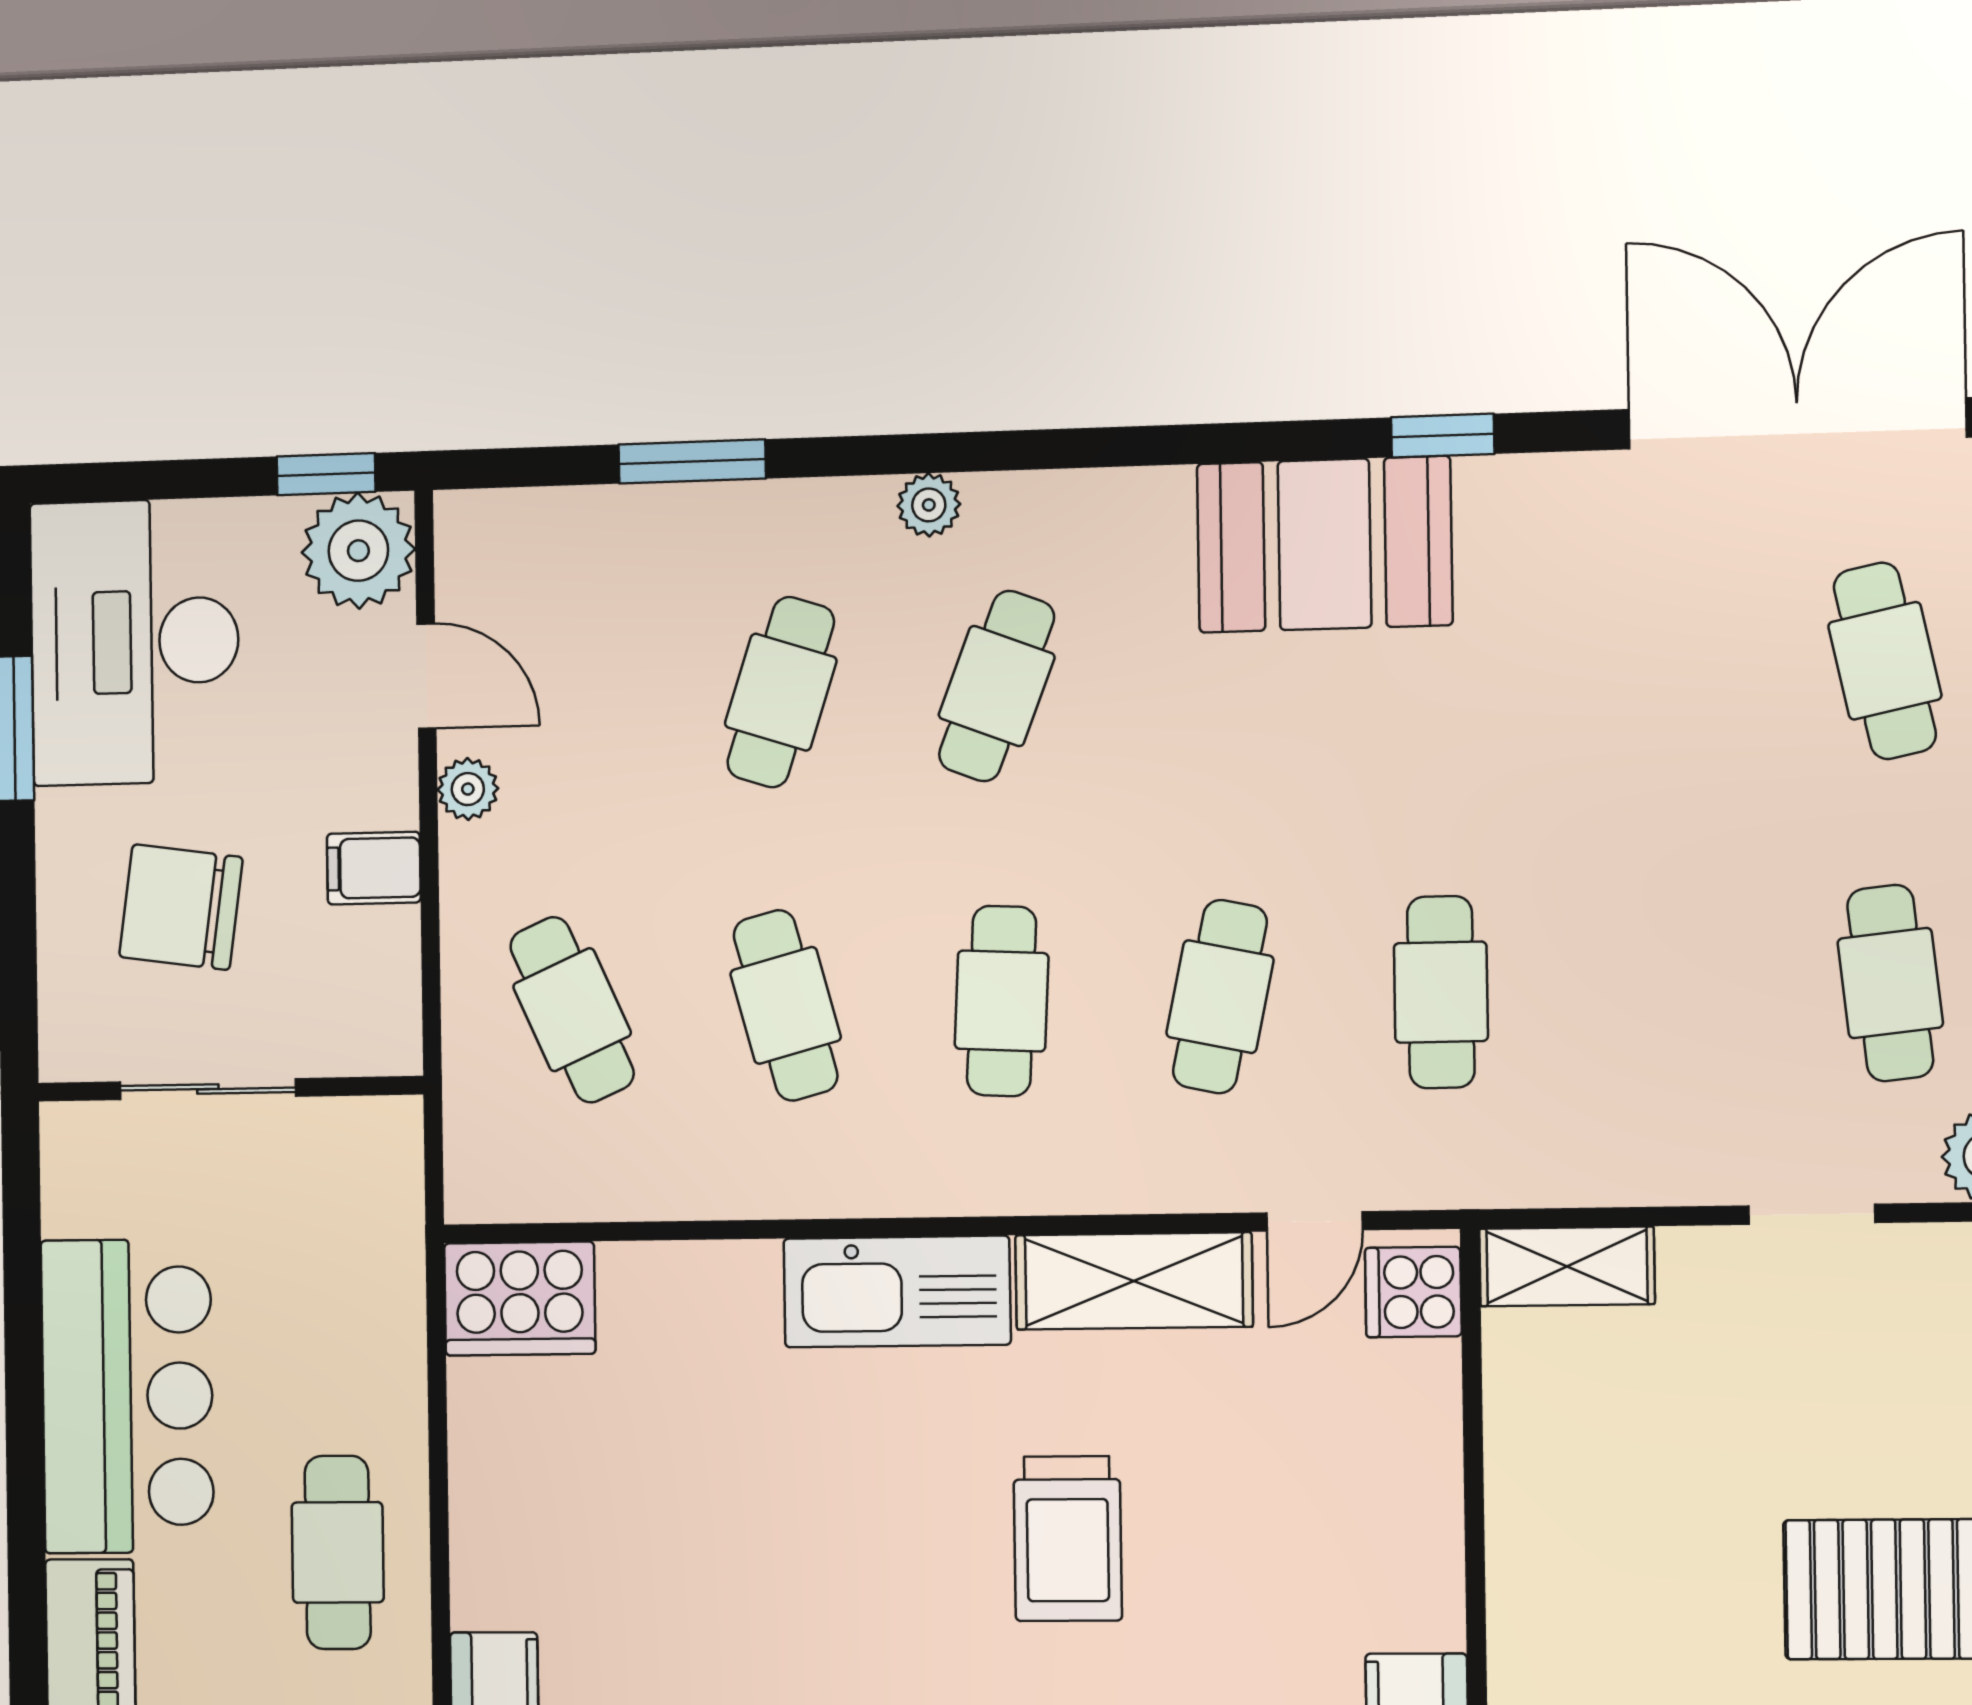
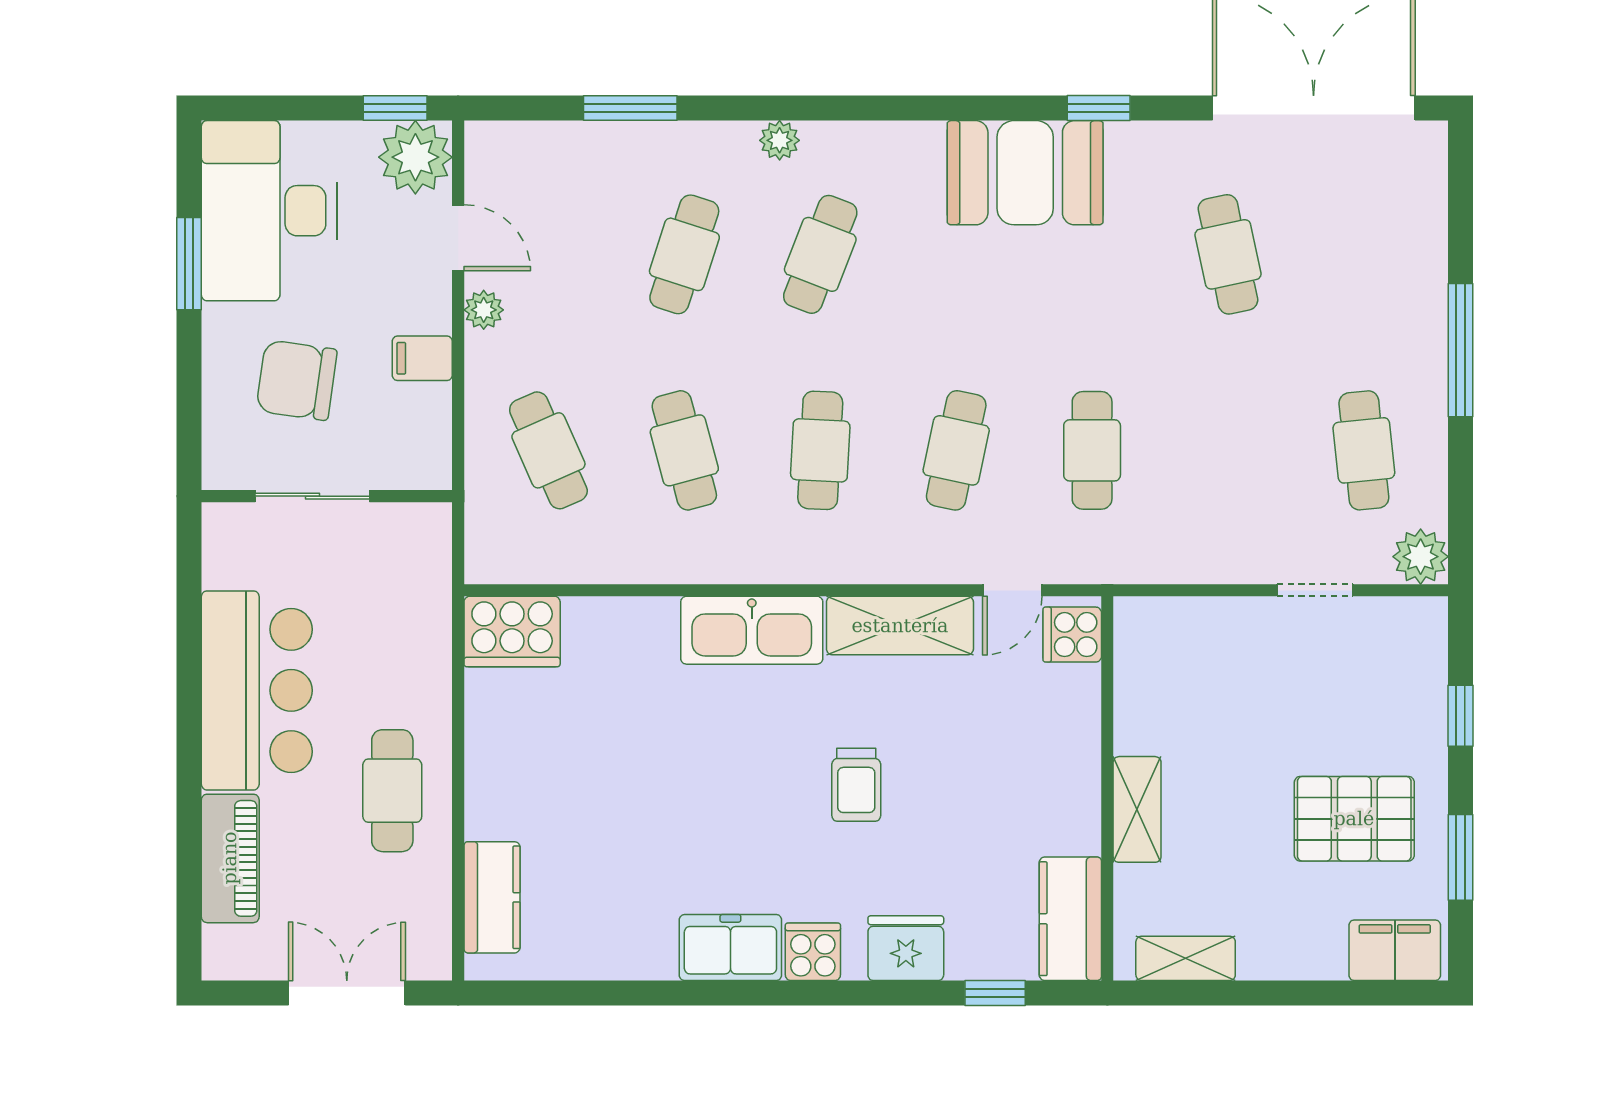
cafe table: (1885, 661) -> (1228, 254), moved
shelving: (1567, 1266) -> (1137, 809), moved, turned 90
trolley: (1068, 1539) -> (856, 785), width x0.73, depth x0.72

